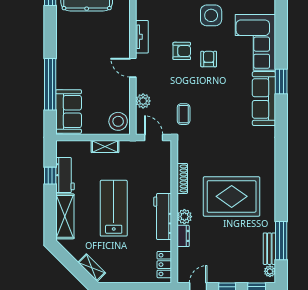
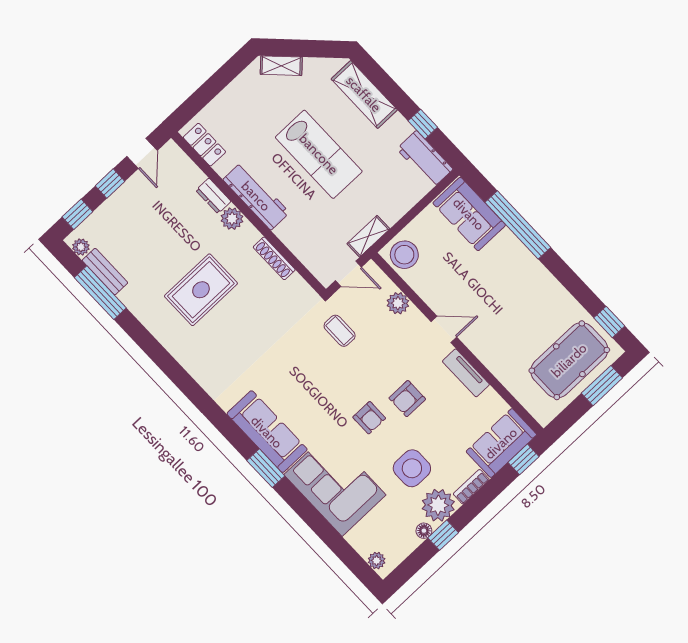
shelving: (105, 146) -> (368, 236), moved
workbench: (65, 175) -> (425, 159), moved
rug: (232, 196) -> (201, 290), width x0.73, depth x0.69

